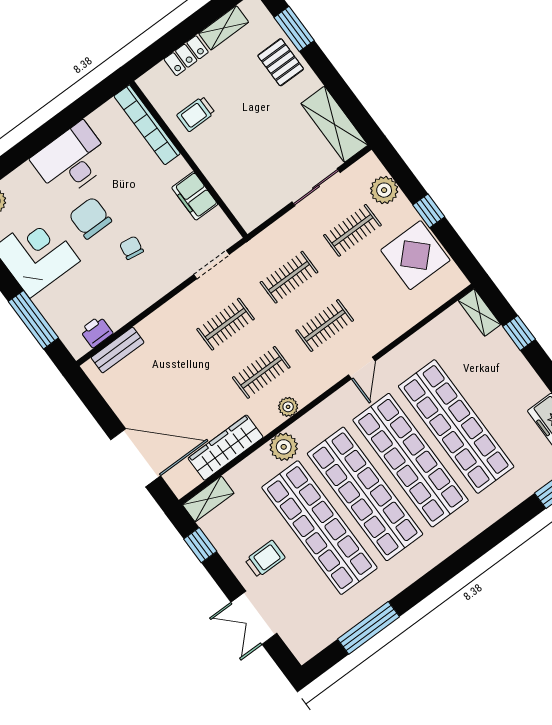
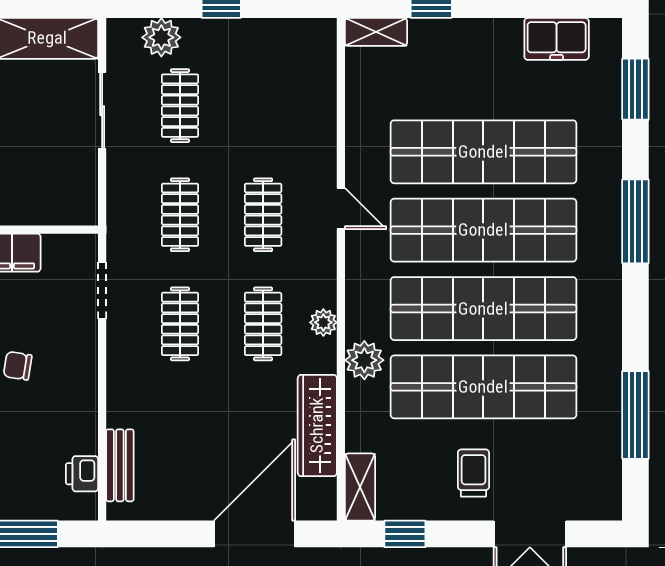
display table: (415, 255) -> (259, 56), removed
window: (481, 545) -> (635, 221), added

